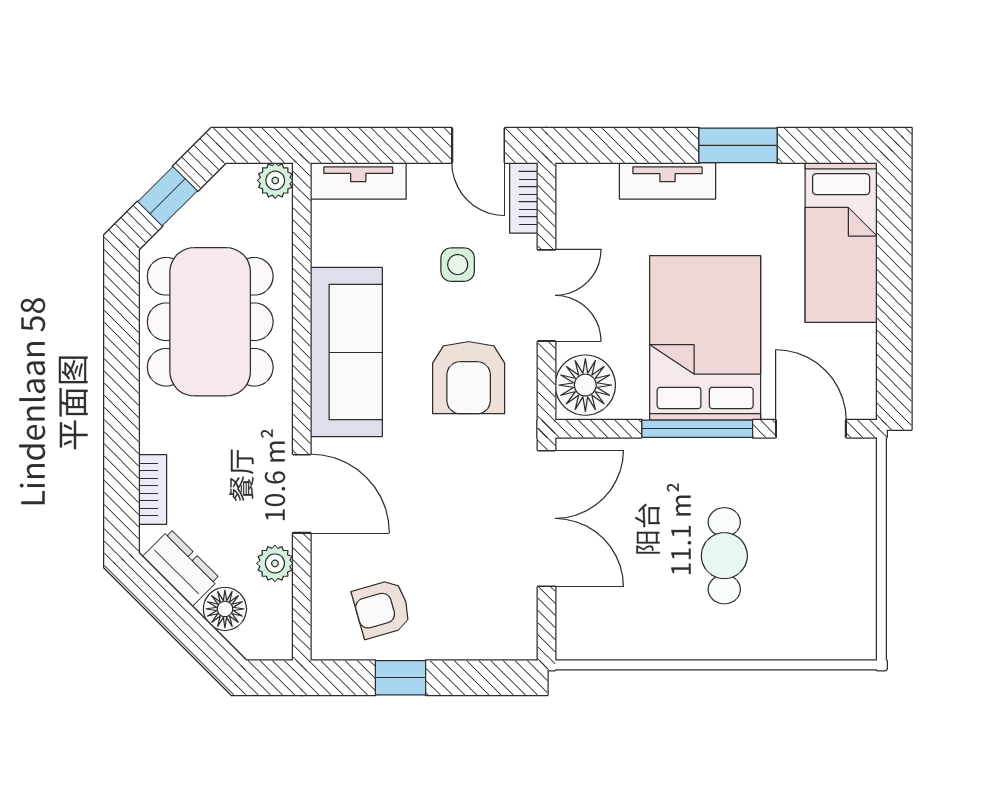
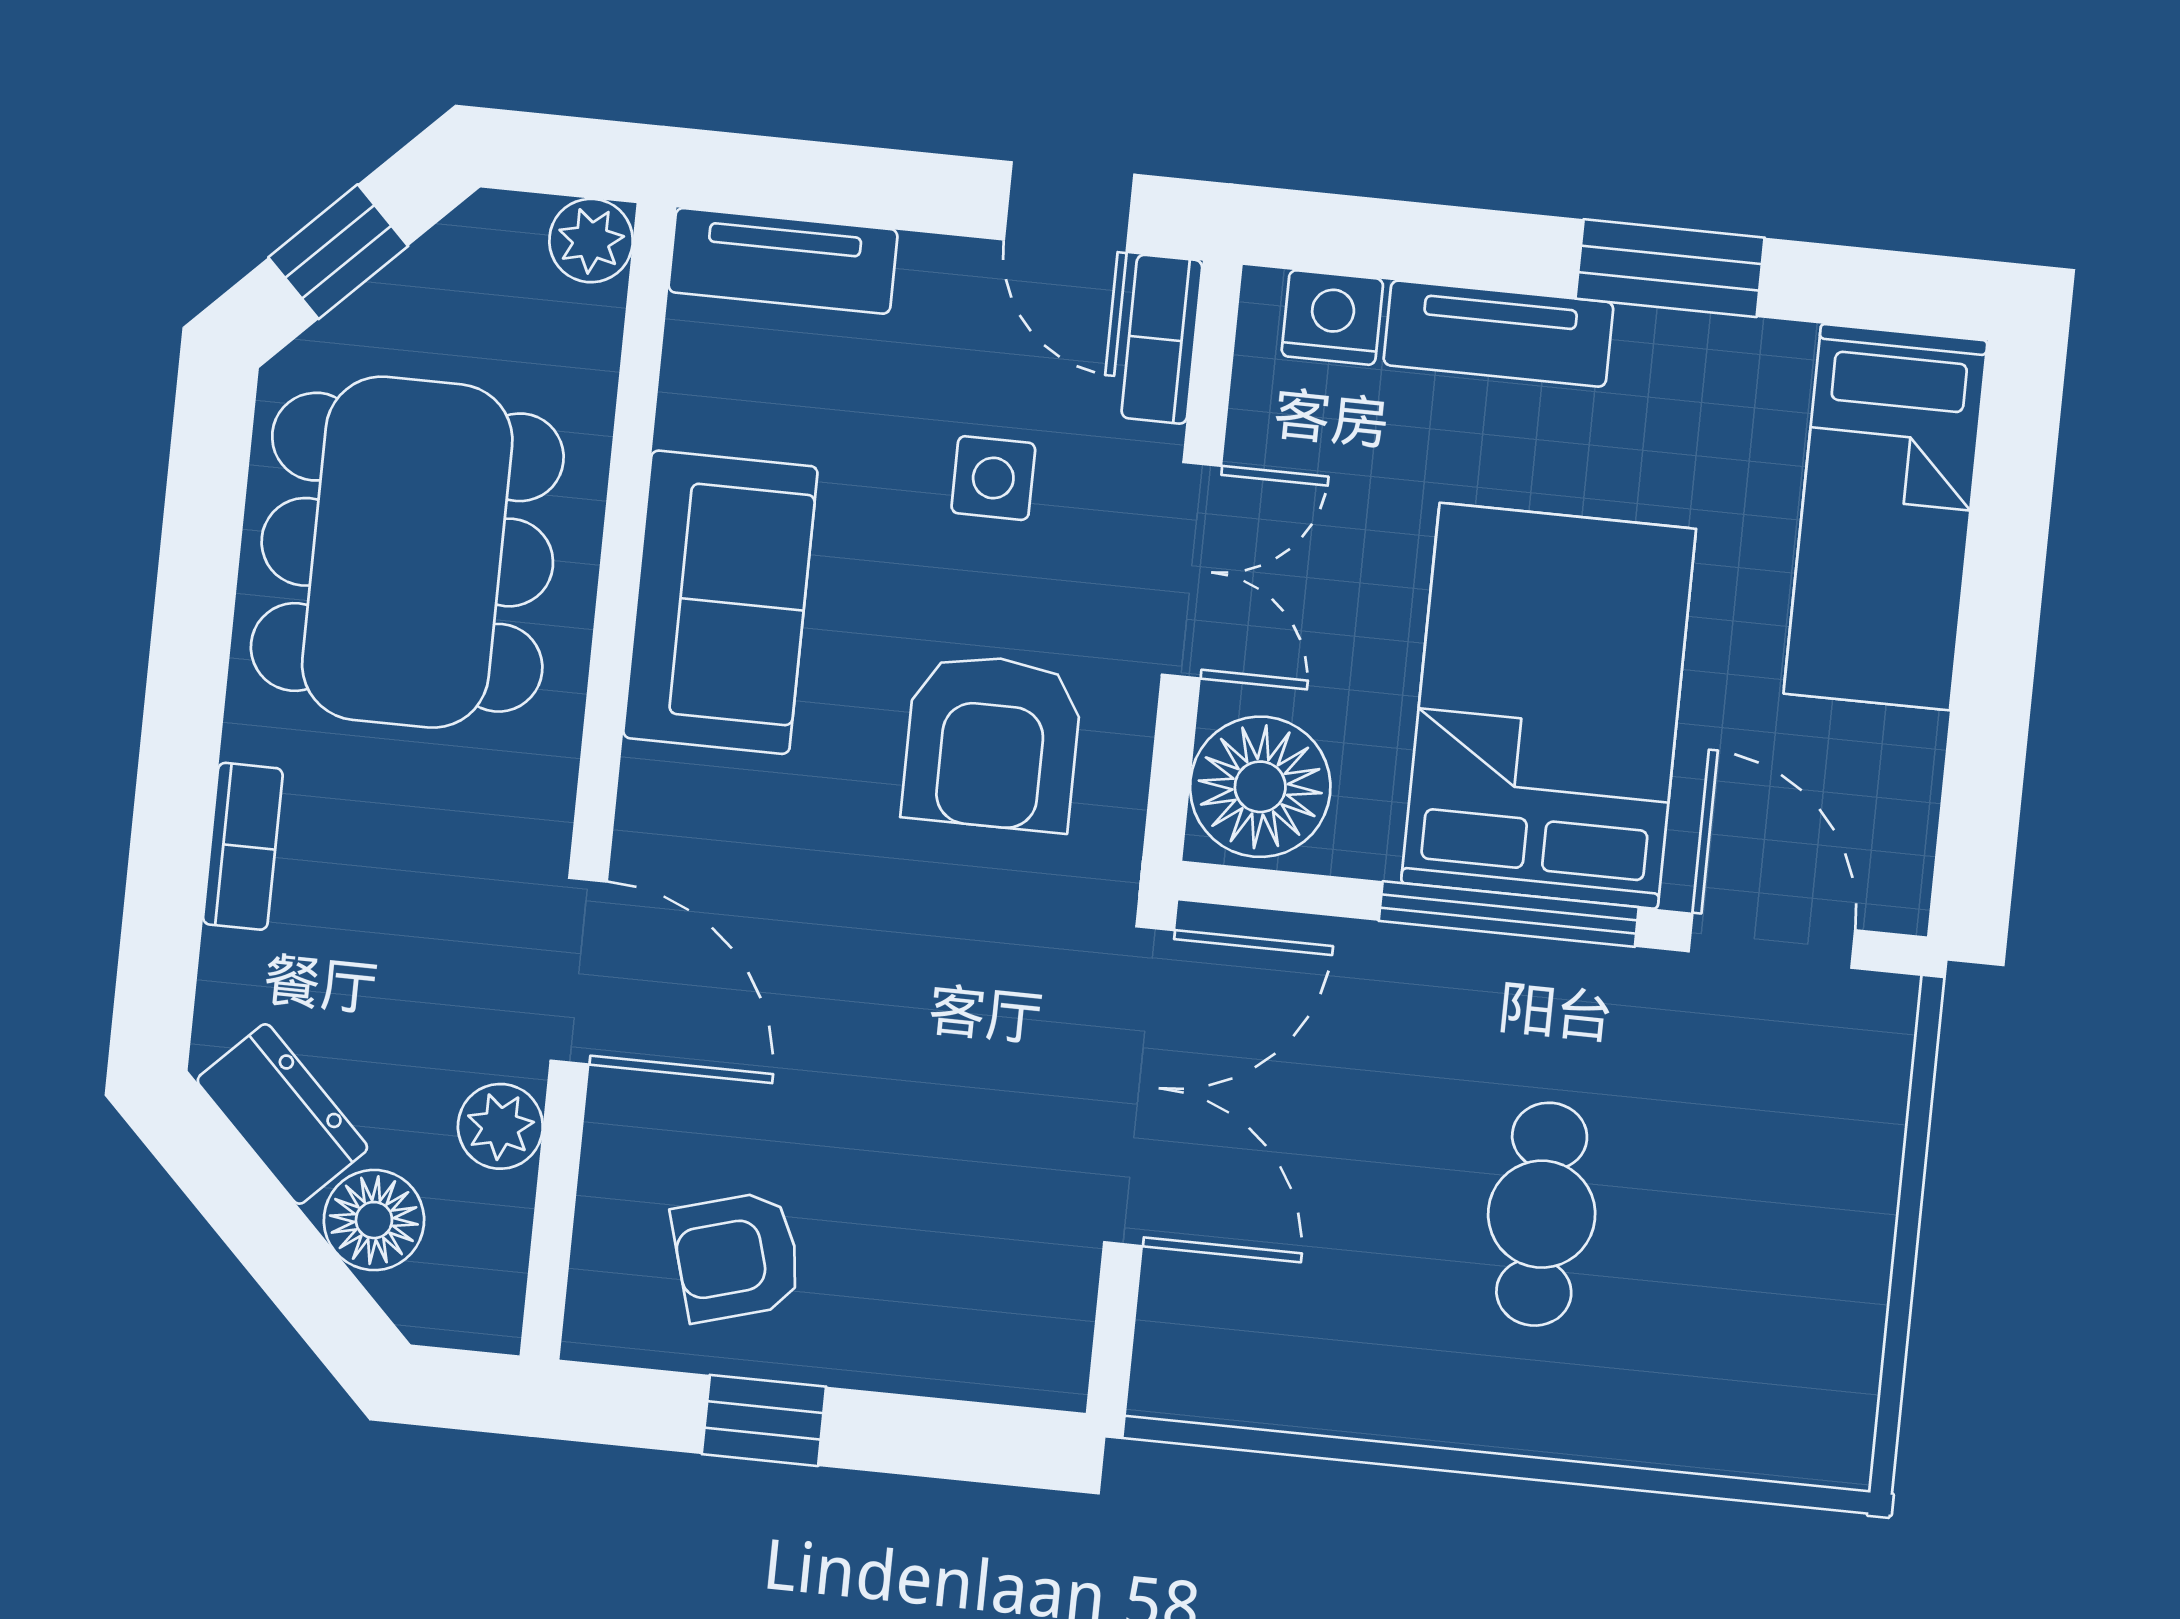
nightstand: (596, 181) -> (1332, 318), added
sofa: (346, 352) -> (720, 602), width x0.73
bookcase: (153, 490) -> (243, 846), moved

